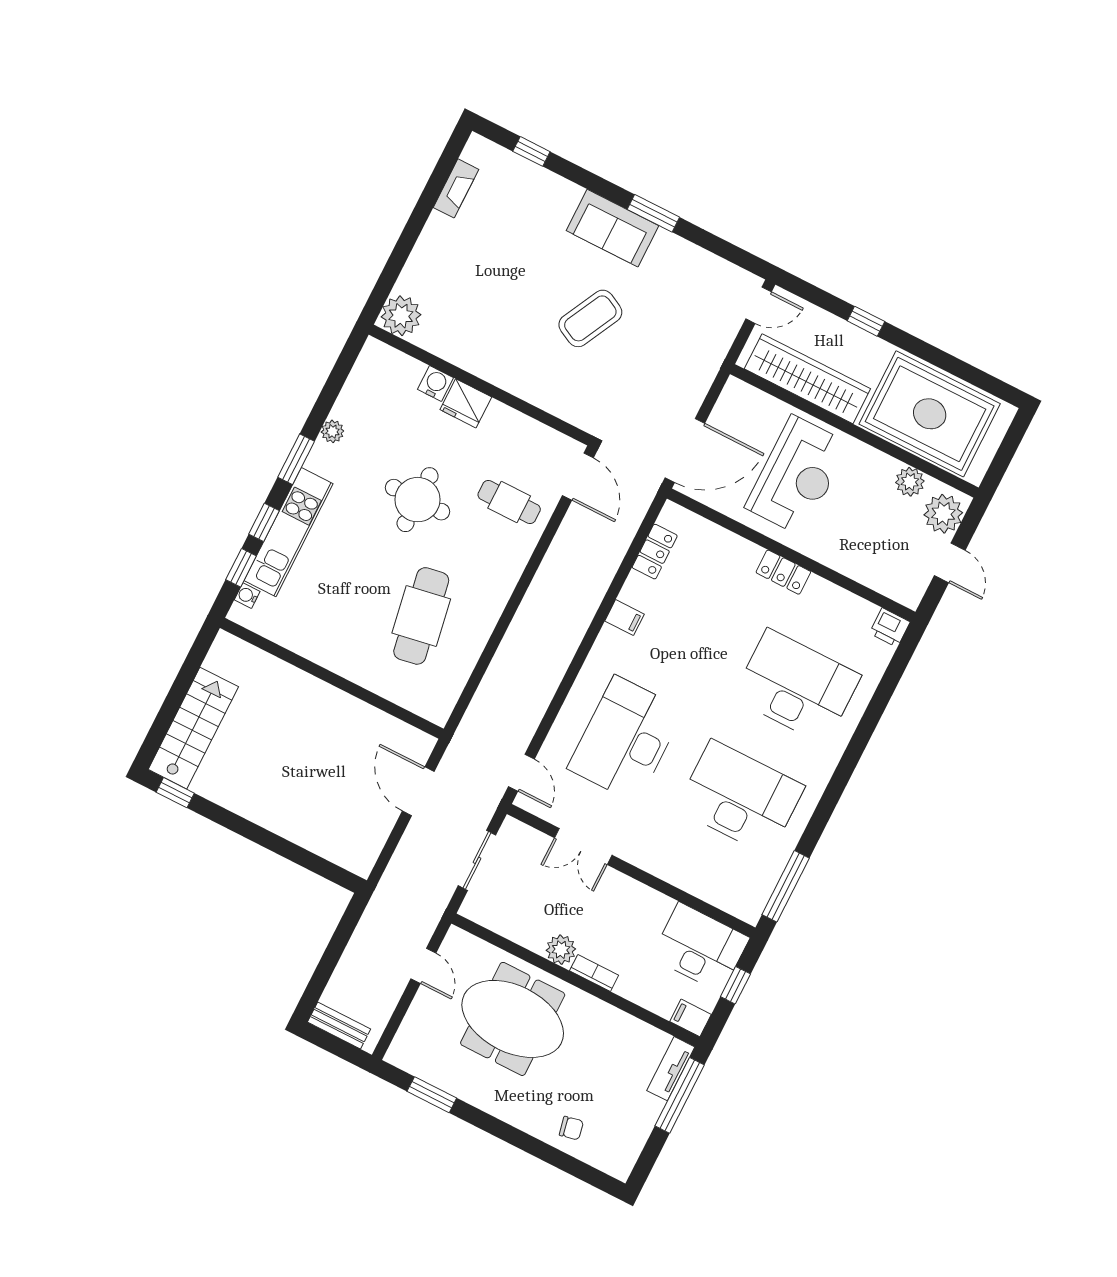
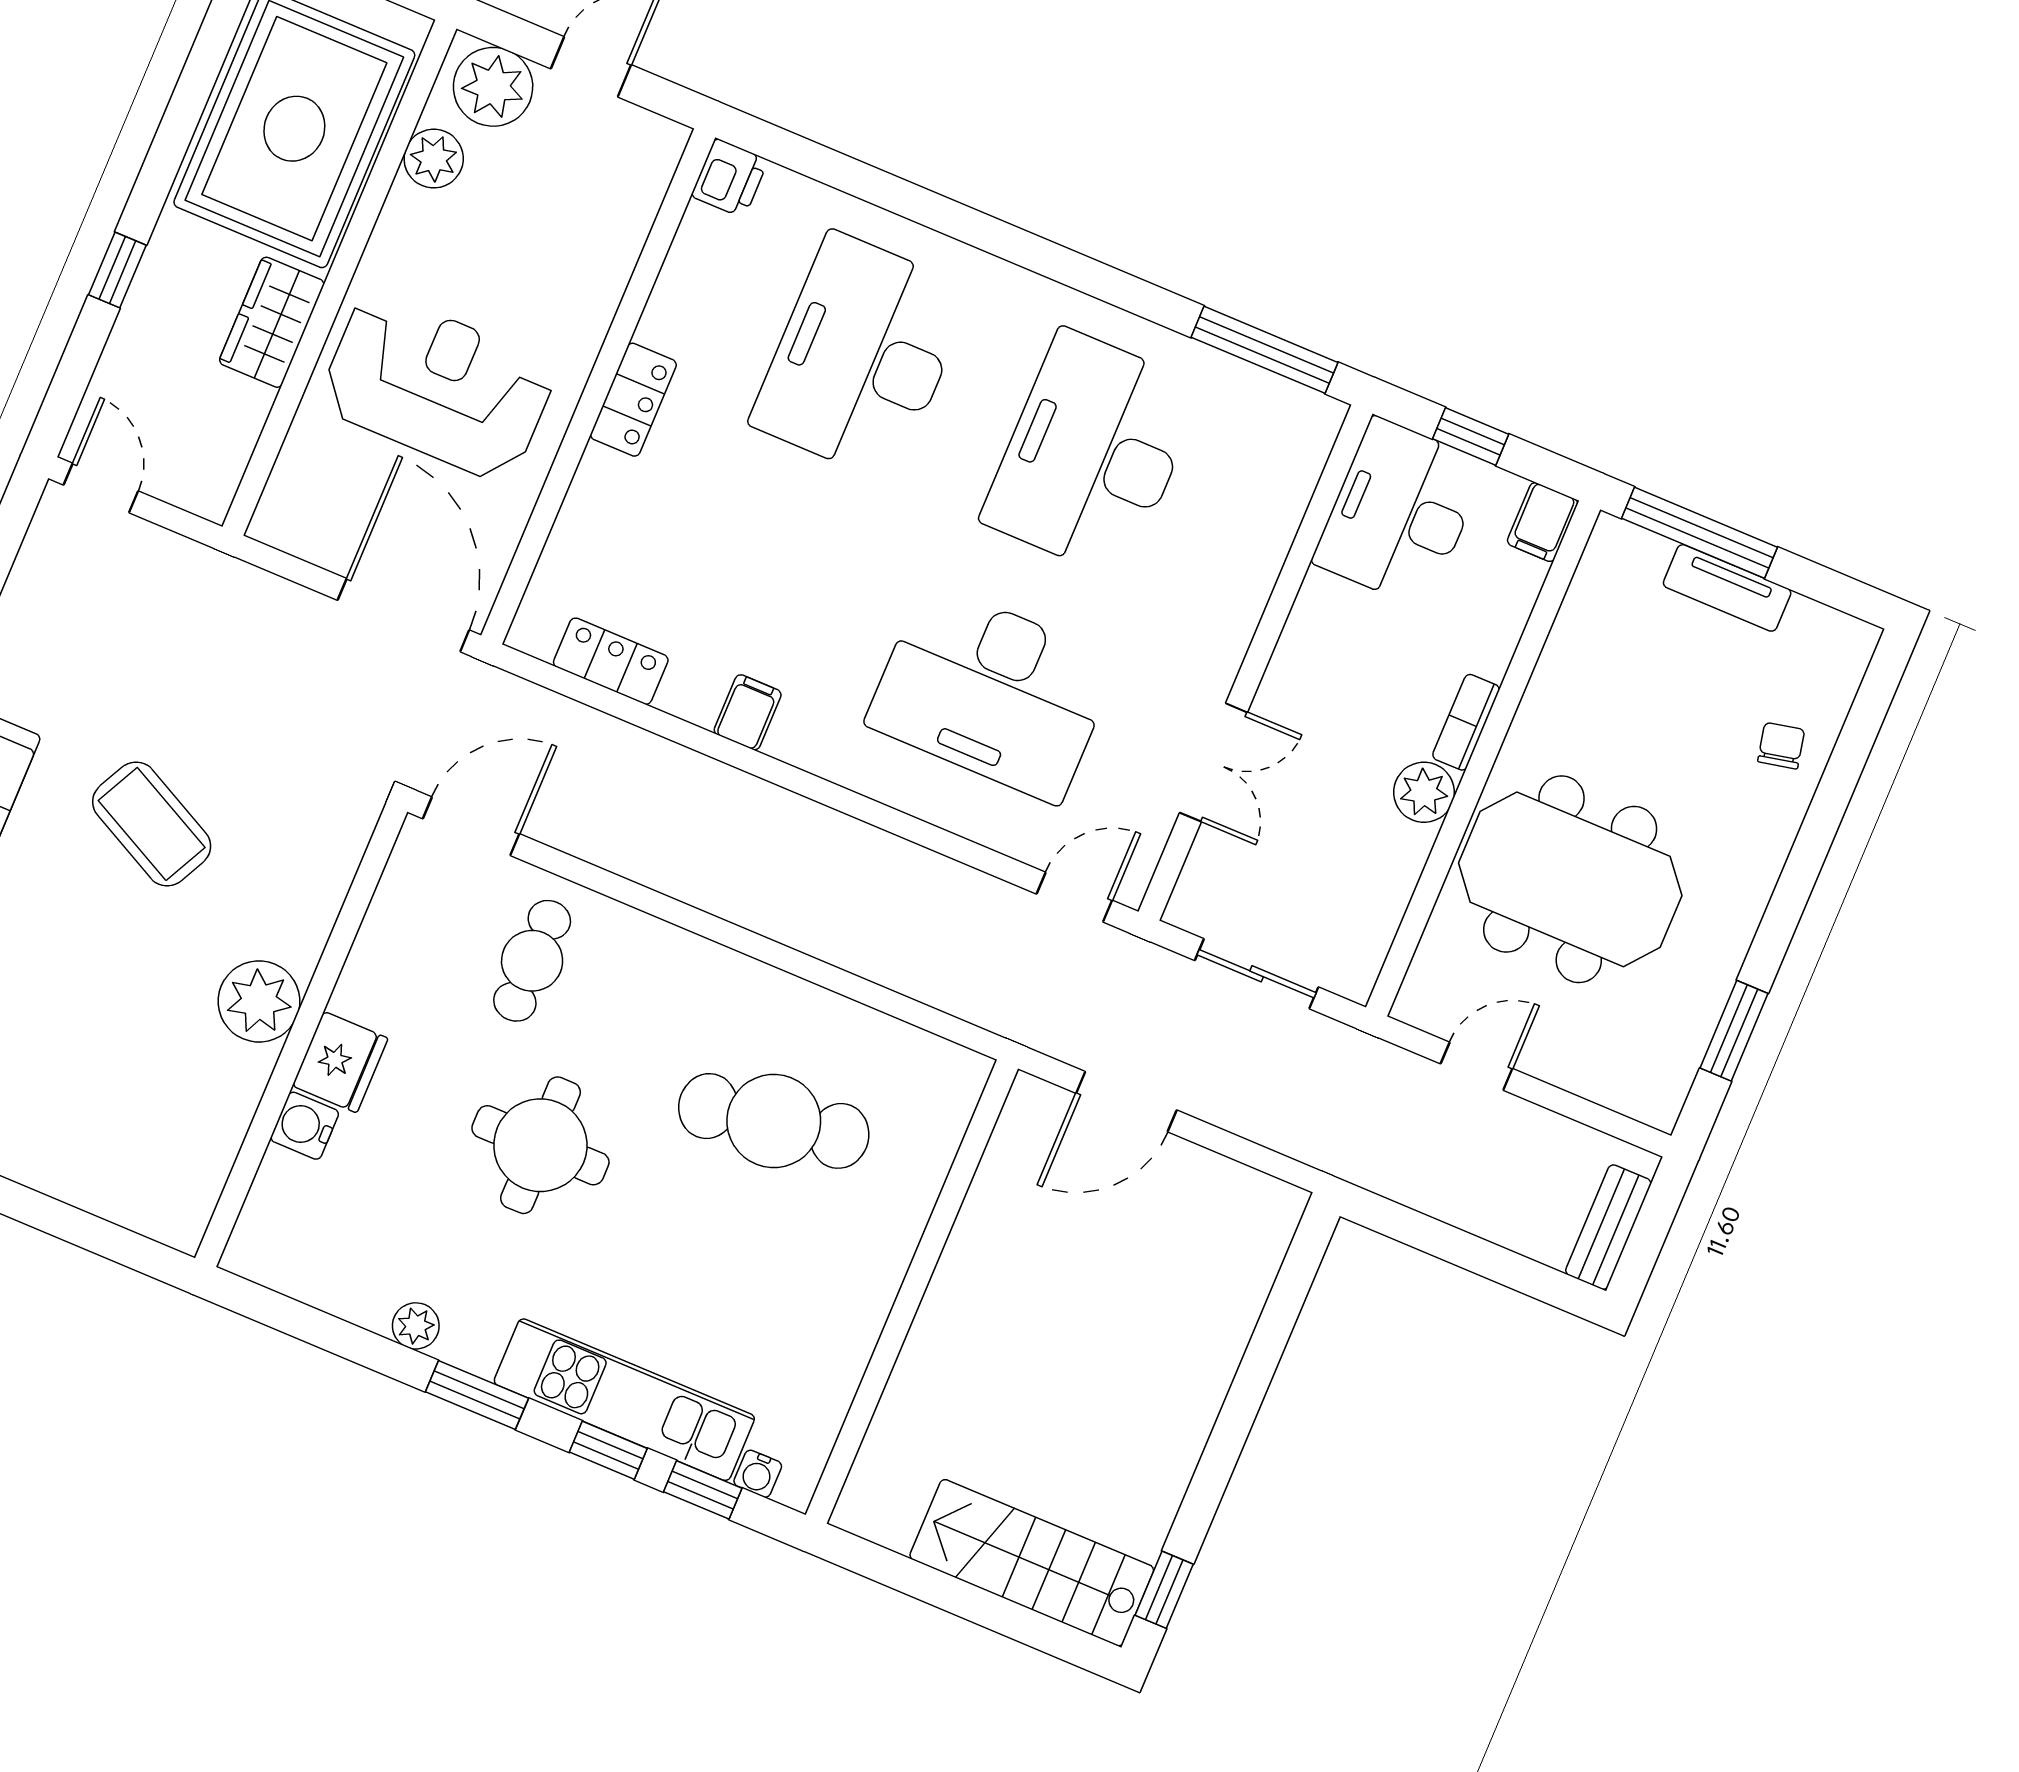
plant: (401, 316) -> (259, 1001), moved
wardrobe: (807, 379) -> (272, 322), width x0.48, depth x0.85
meeting table: (513, 1019) -> (1570, 879), turned 90
tv unit: (671, 1069) -> (1727, 588), moved

